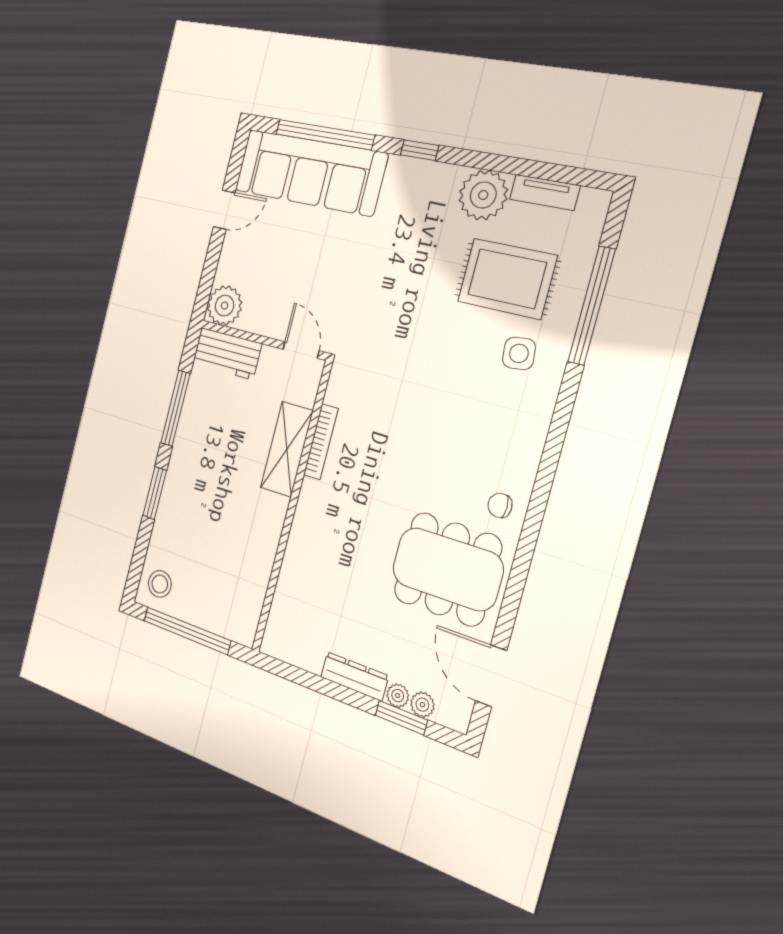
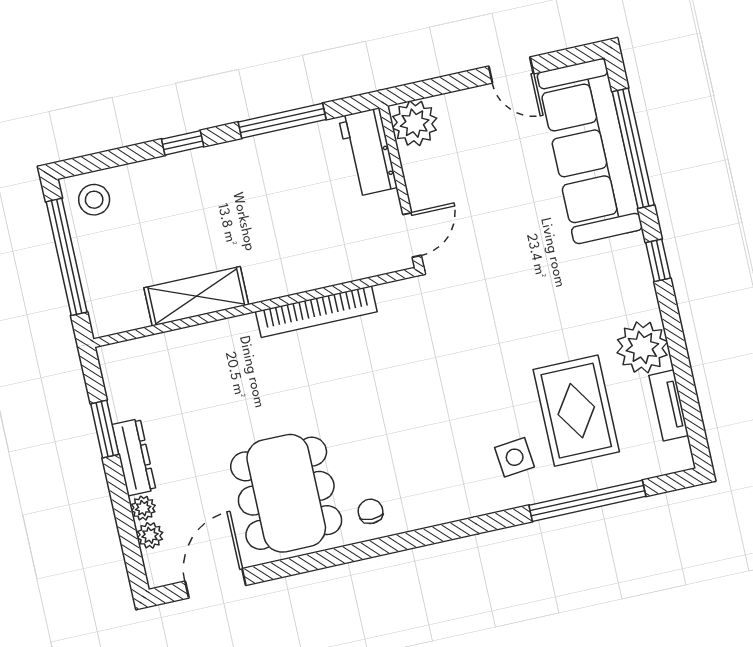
bookcase: (321, 442) -> (316, 312), width x1.48, depth x1.31
shelving: (287, 449) -> (196, 296), moved
window: (155, 493) -> (183, 143), width x0.67
window: (401, 718) -> (105, 429), moved

